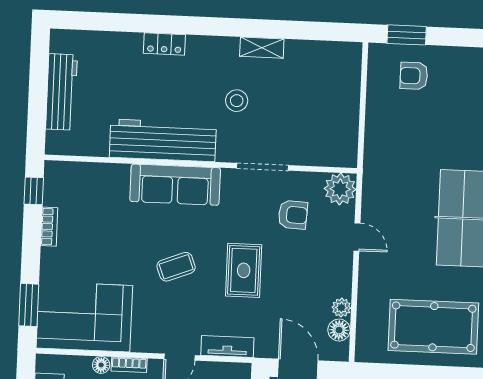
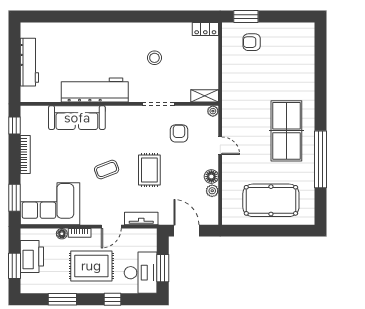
locker: (164, 44) -> (205, 29), moved
shelving: (262, 48) -> (205, 96), moved
stool: (237, 101) -> (154, 58), moved
sofa: (175, 185) -> (77, 118), moved
plant: (340, 189) -> (213, 111), width x0.53, depth x0.53
armchair: (293, 215) -> (179, 133), turned -93
bookcase: (49, 227) -> (25, 155), width x1.56
floor lamp: (339, 330) -> (211, 177), moved

